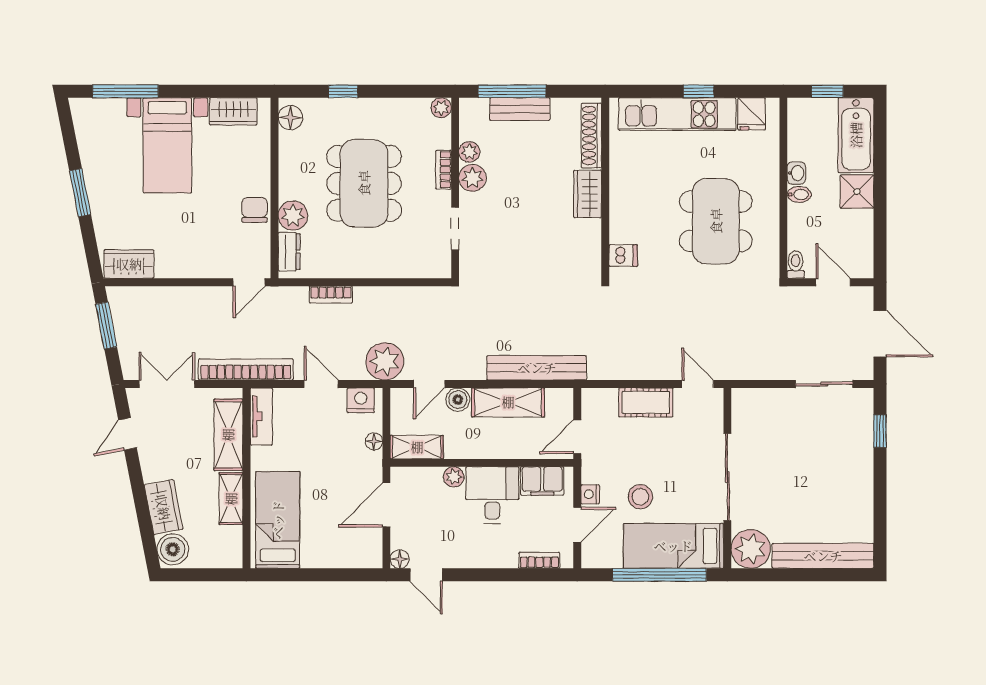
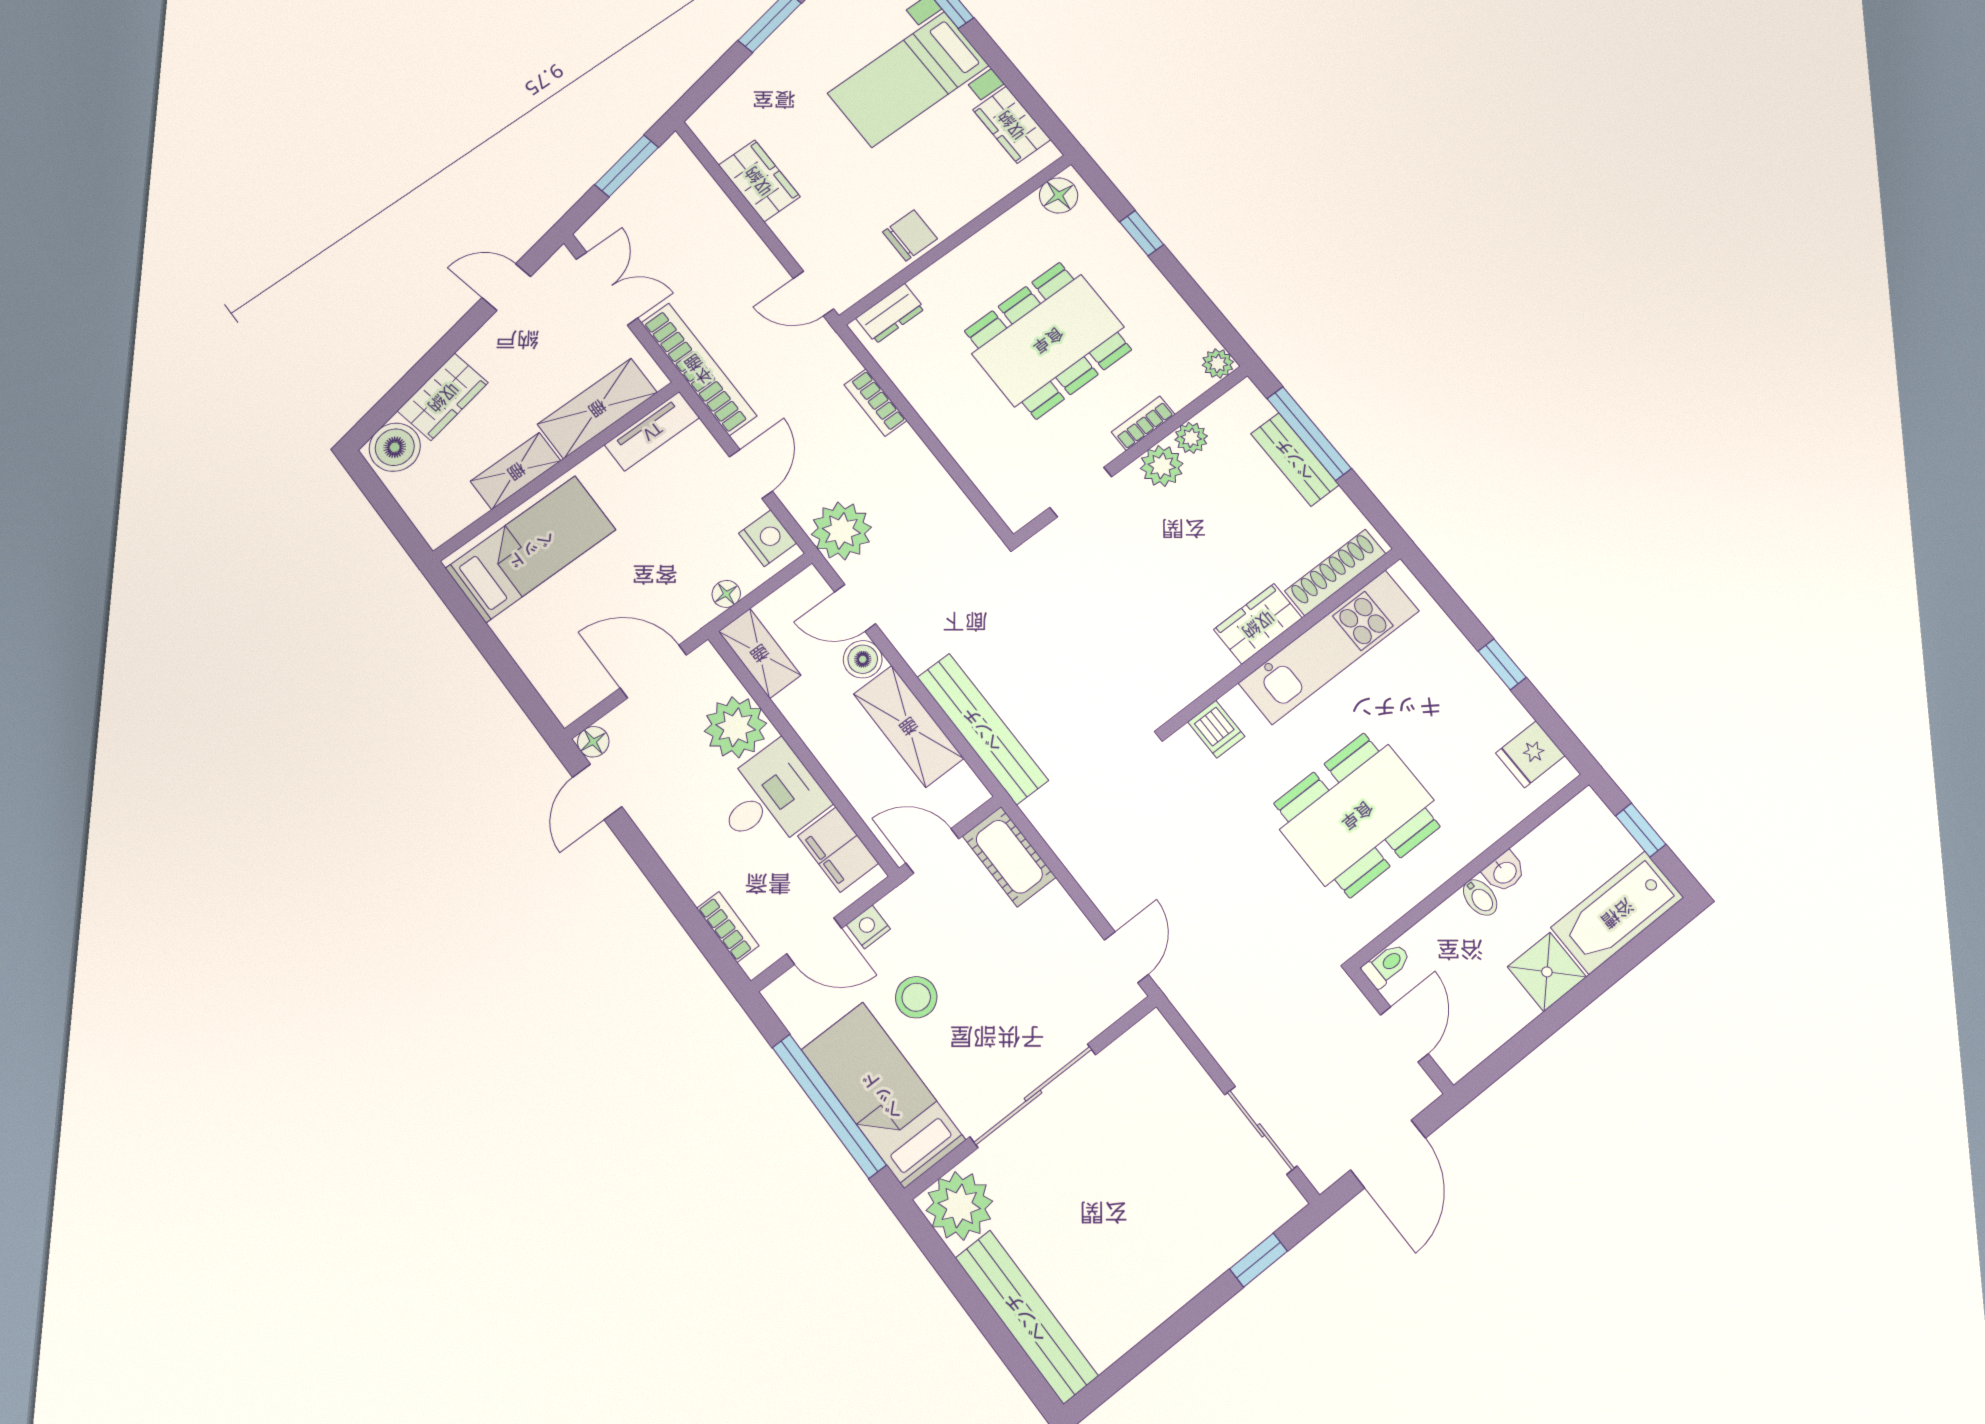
kitchen unit: (677, 114) -> (1329, 647), moved, turned -90
plant: (293, 216) -> (939, 285), removed
wardrobe: (129, 264) -> (759, 181), moved
cot: (646, 402) -> (1009, 857), moved
plant: (454, 477) -> (736, 727), width x1.88, depth x1.88

